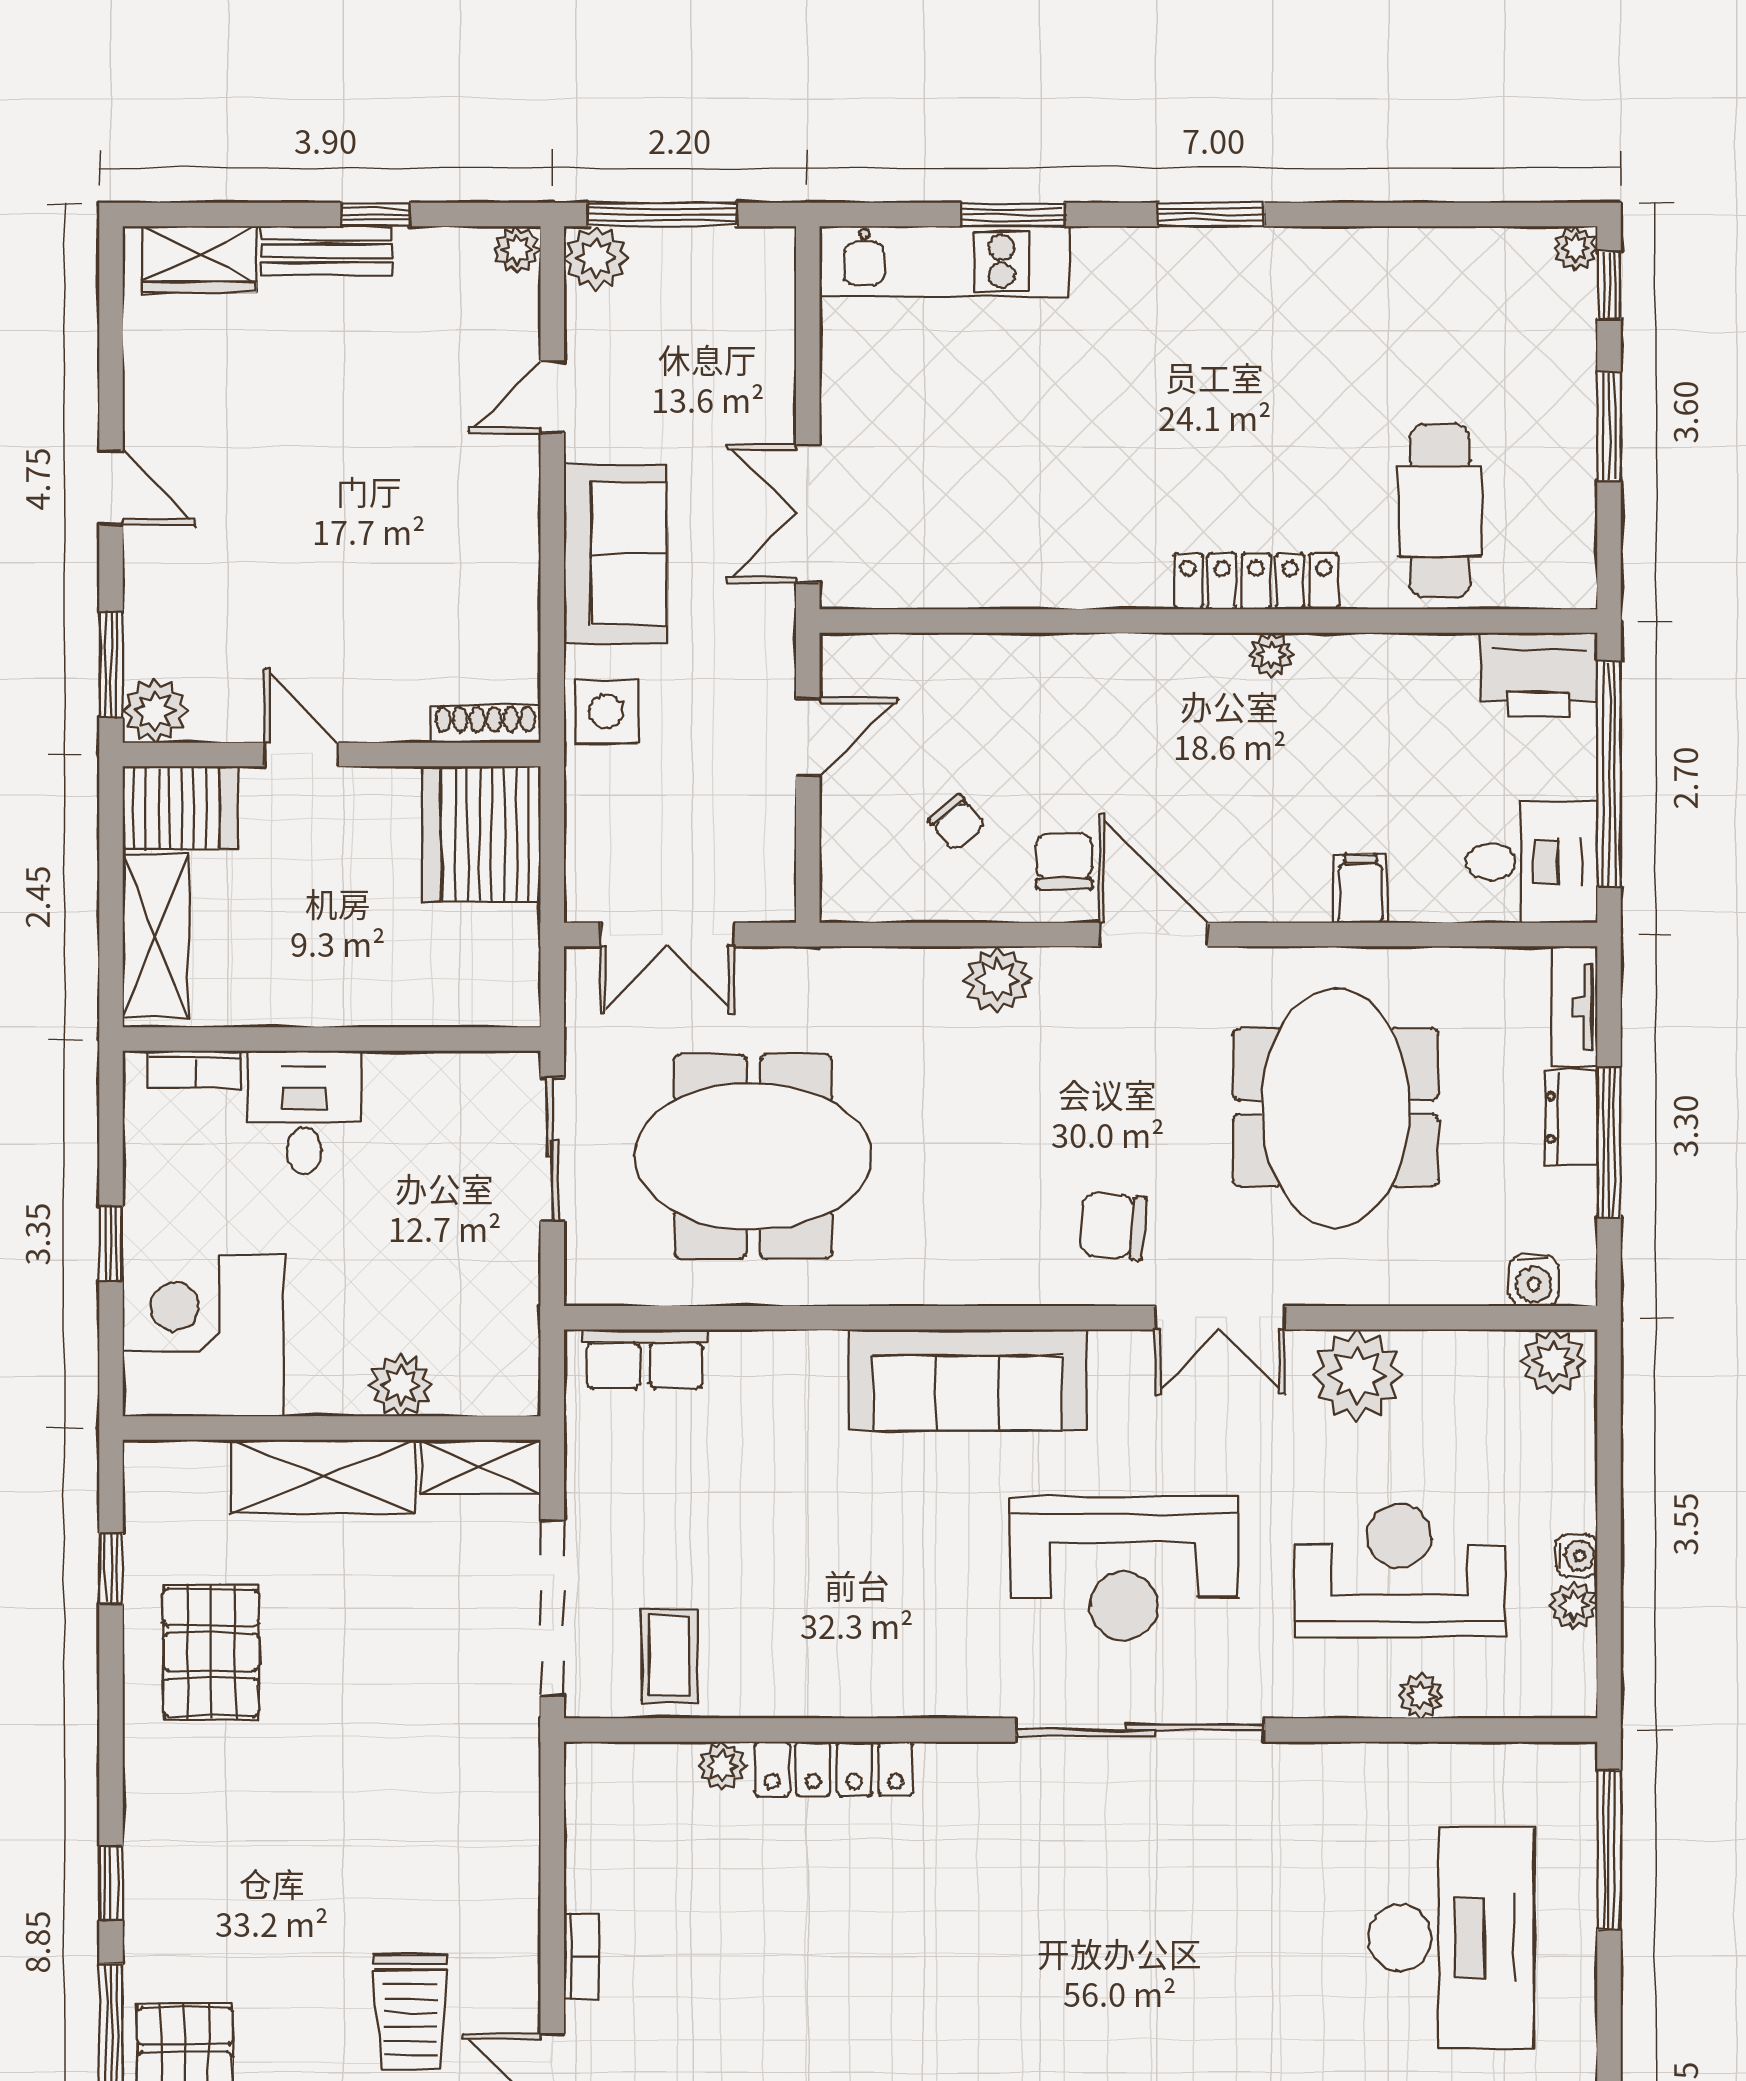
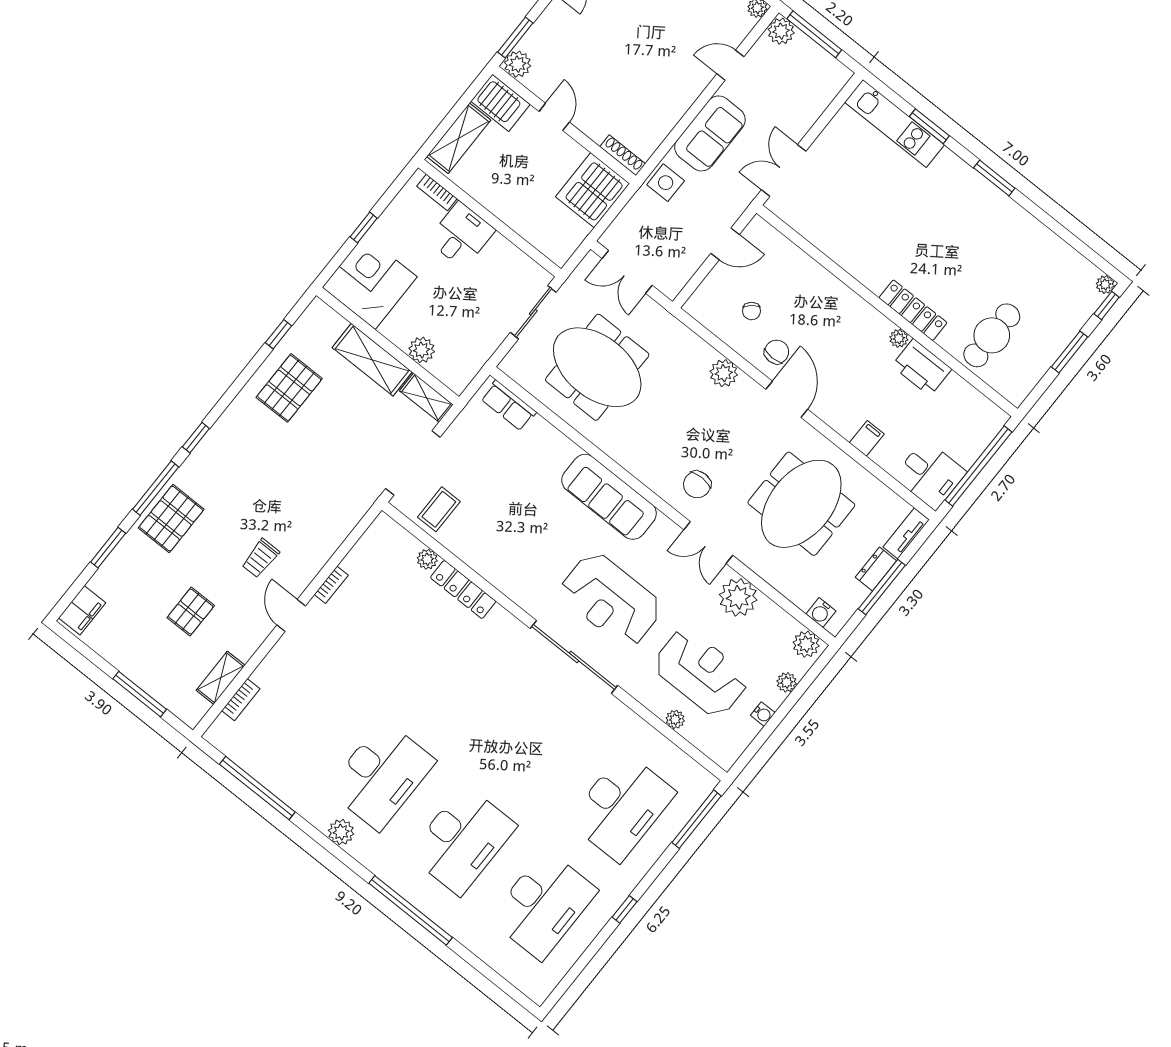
printer: (1539, 675) -> (922, 367), moved
chair: (1113, 1226) -> (697, 484), turned -95
plant: (1574, 1605) -> (787, 682), moved
trolley: (410, 2012) -> (260, 558), width x0.73, depth x0.72

